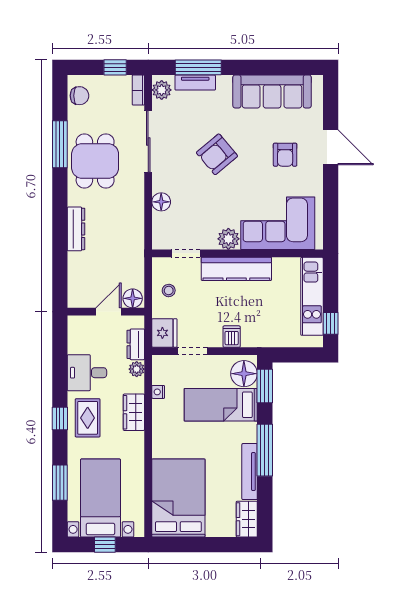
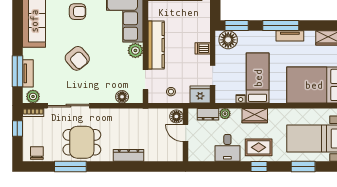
floor lamp: (161, 202) -> (122, 97), moved
bed: (221, 405) -> (258, 78), moved, turned 180
tv unit: (250, 472) -> (290, 36), width x0.71

